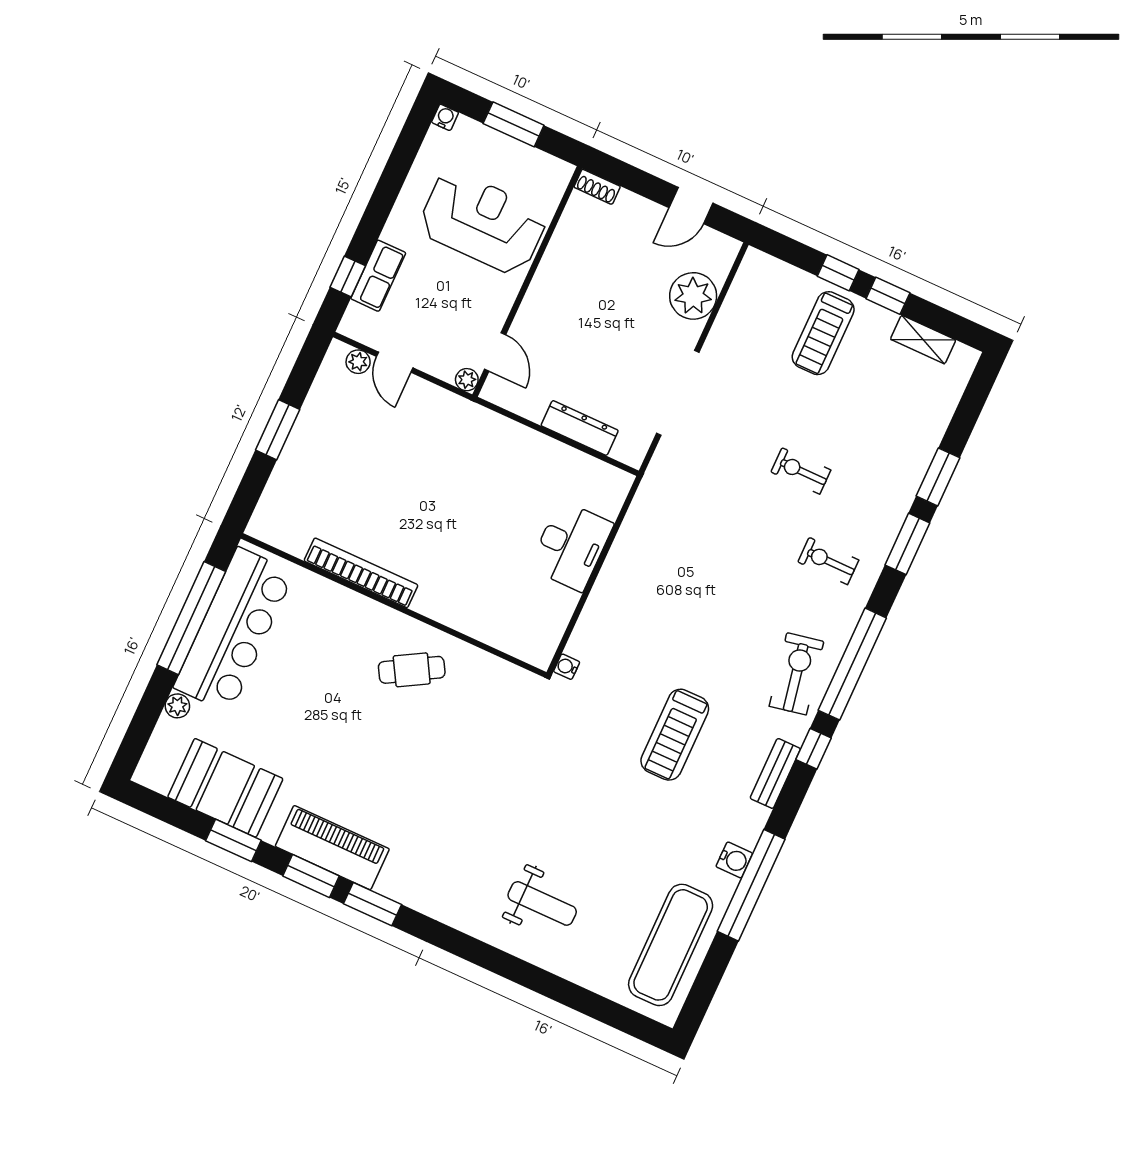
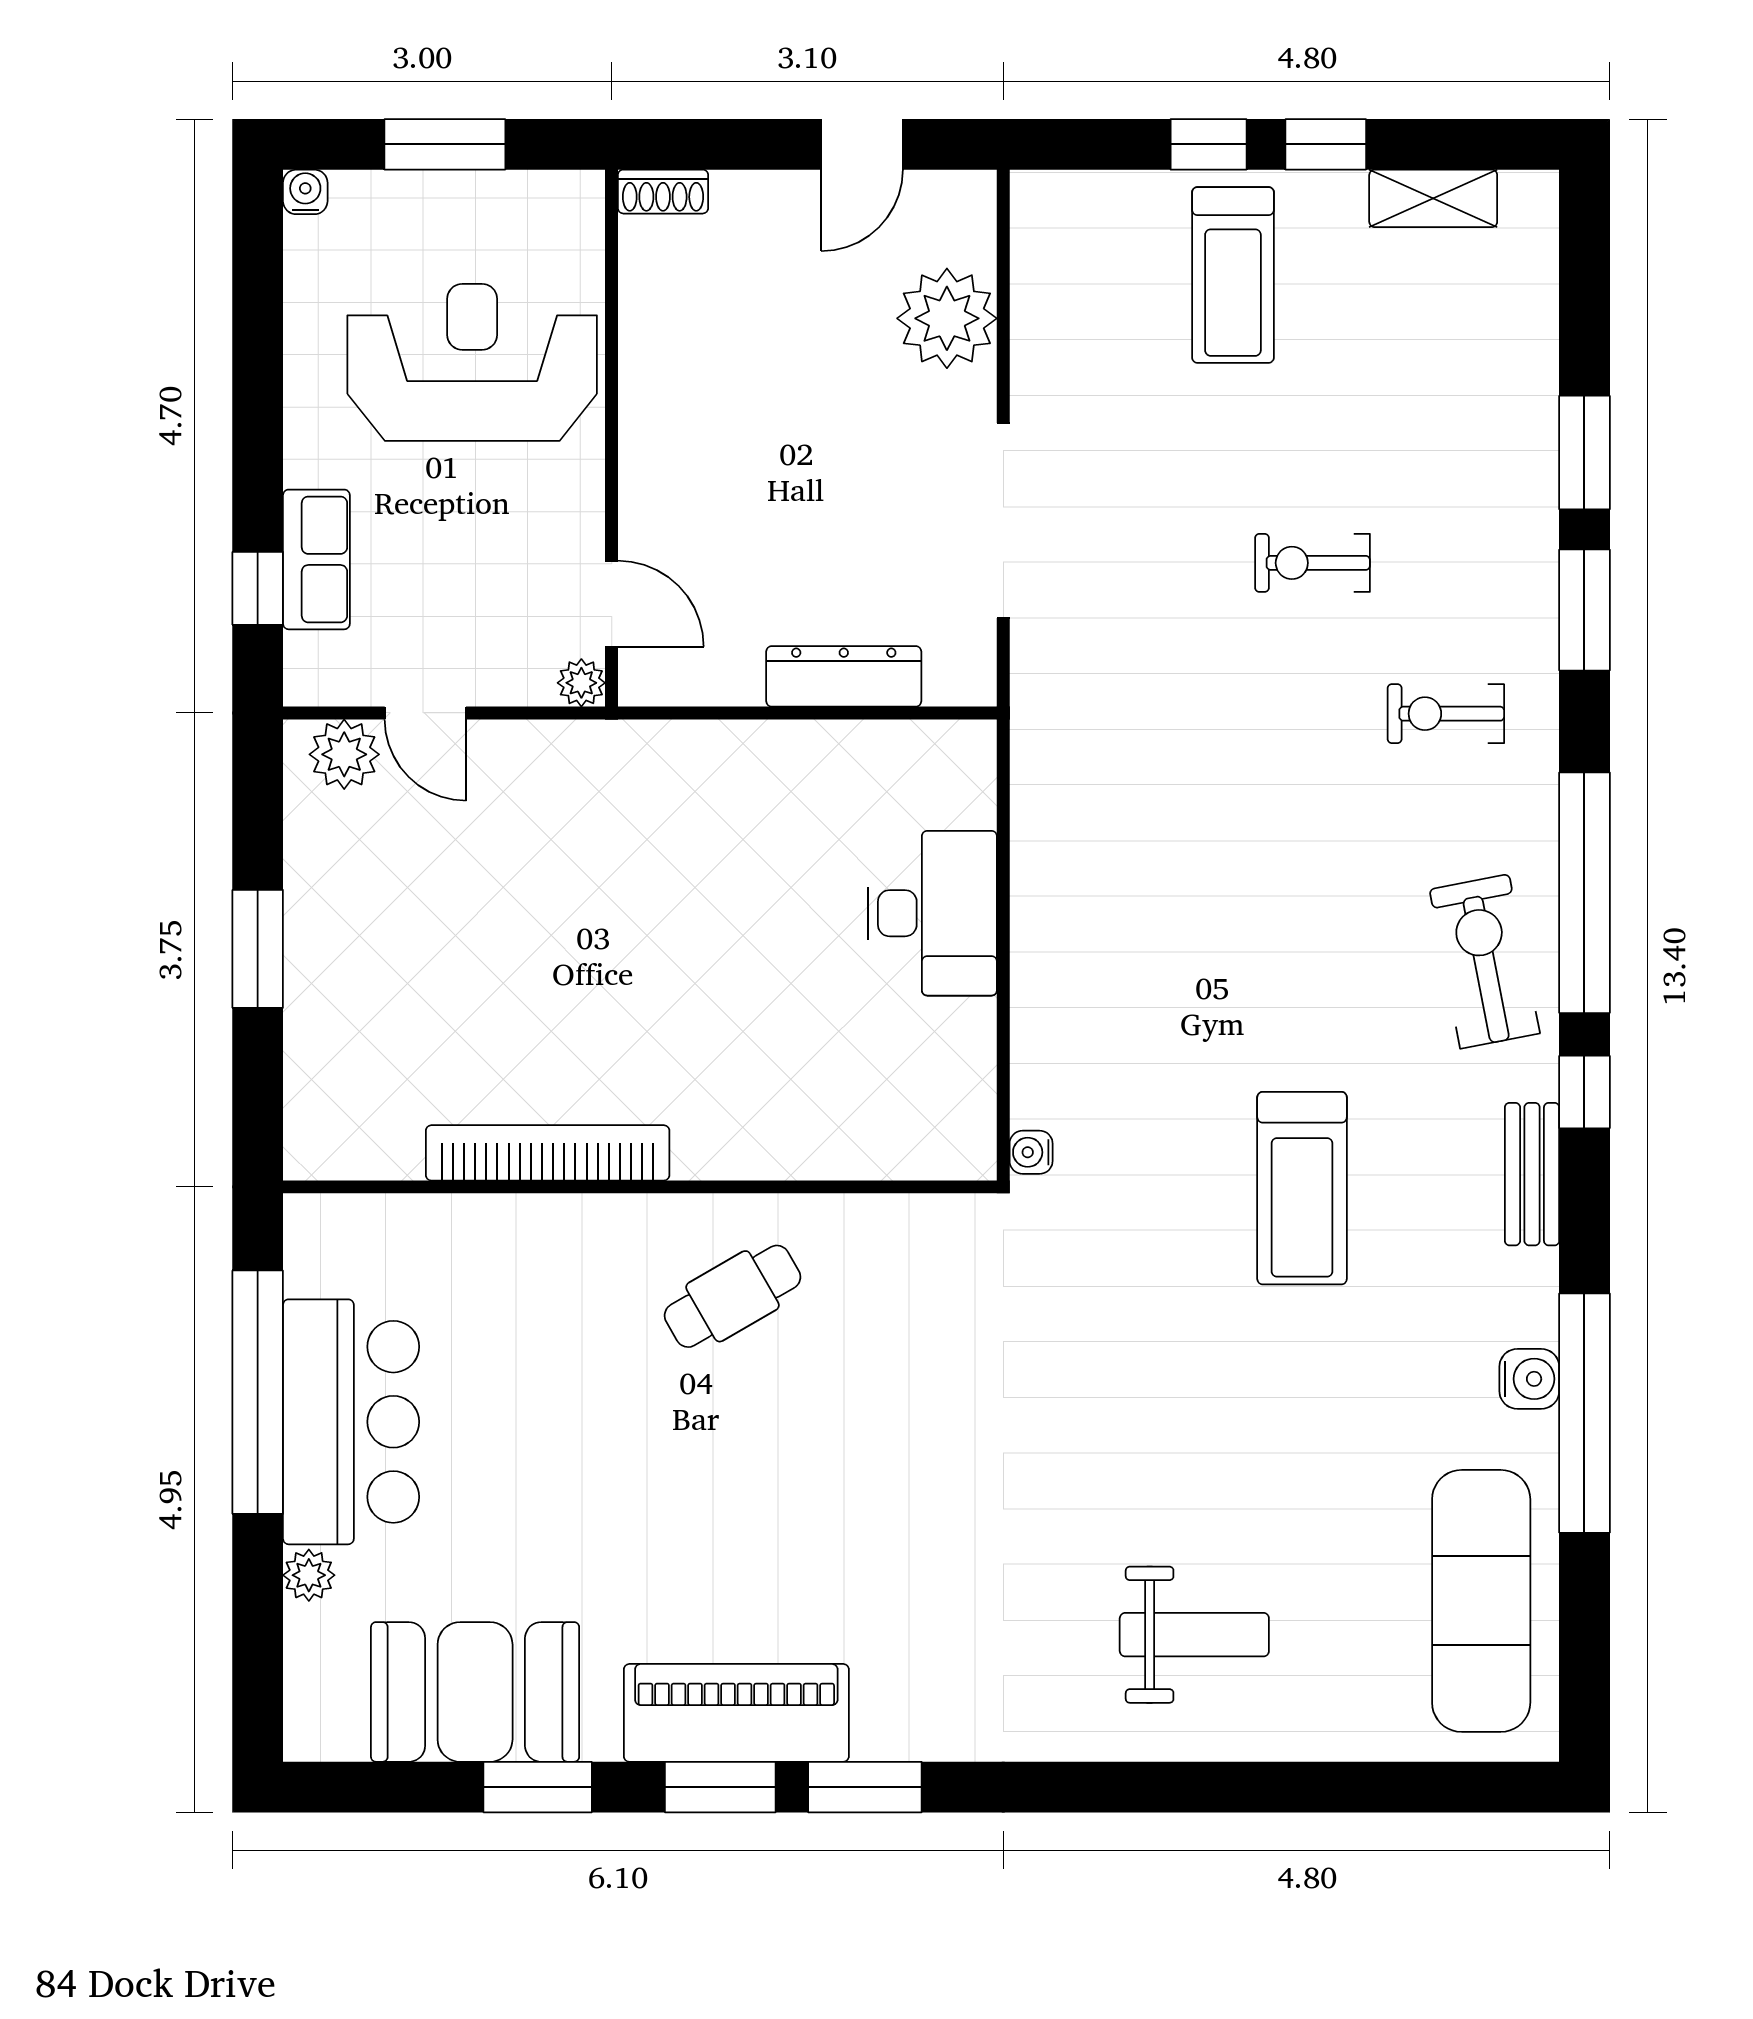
plant: (358, 362) -> (344, 754), width x1.38, depth x1.38
bar counter: (234, 630) -> (351, 1422), width x0.73

